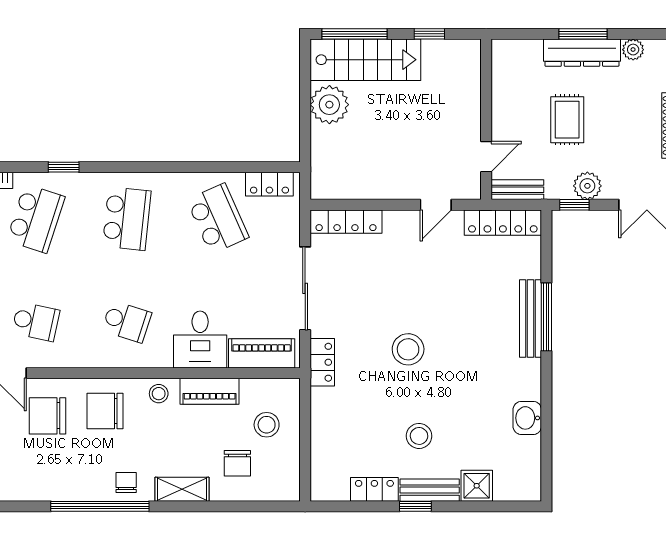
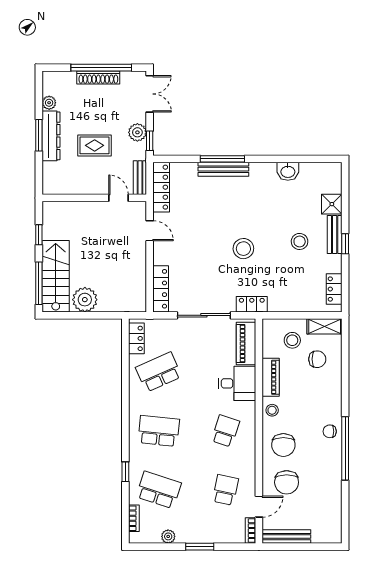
shelving: (182, 489) -> (325, 326), moved, turned 90
locker: (374, 489) -> (334, 289), moved

